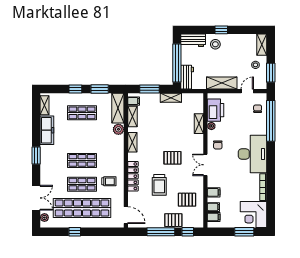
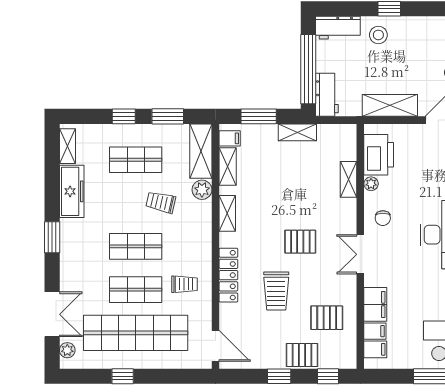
trolley: (96, 136) -> (161, 202), added
filing cabinet: (214, 192) -> (375, 304), width x2.00
window: (161, 232) -> (279, 376), width x0.46

